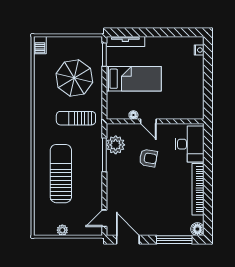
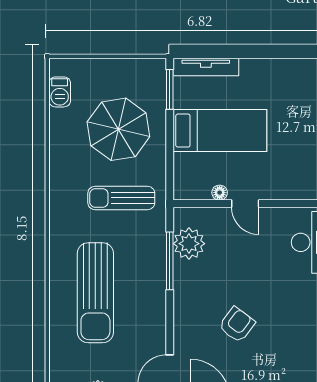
barbecue: (40, 45) -> (60, 92), moved
armchair: (148, 158) -> (237, 325), moved, turned -63
sun lounger: (61, 174) -> (95, 293), turned 180

